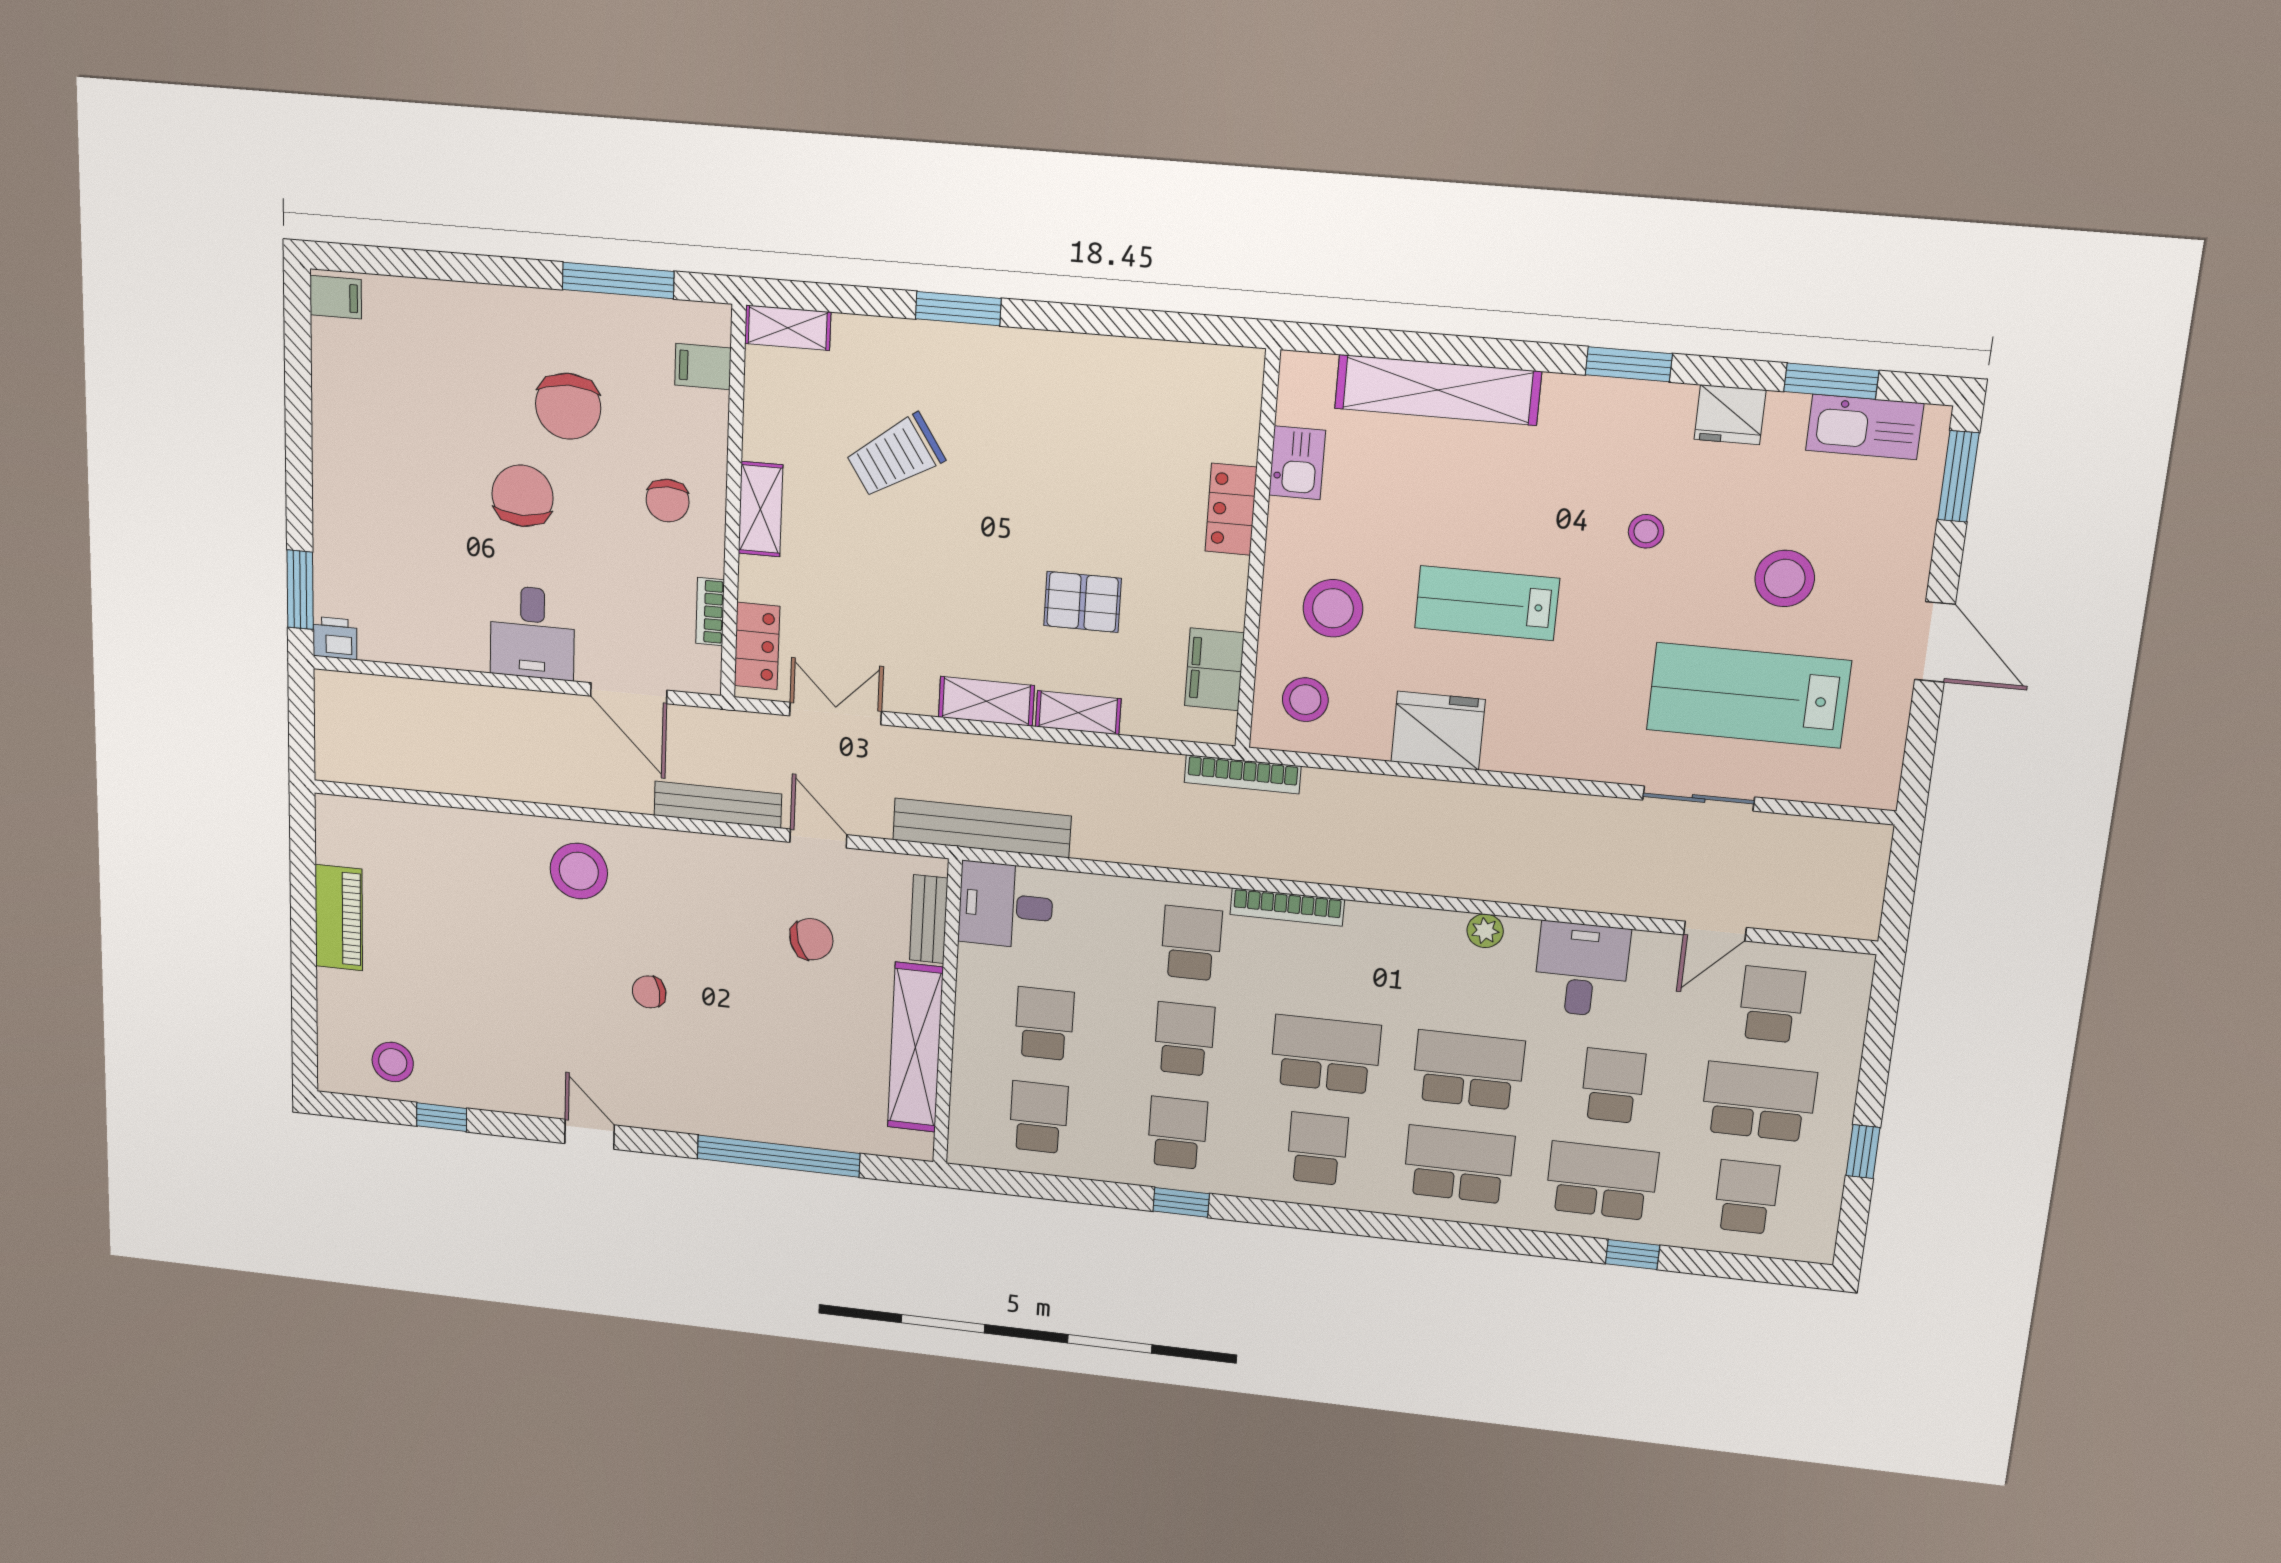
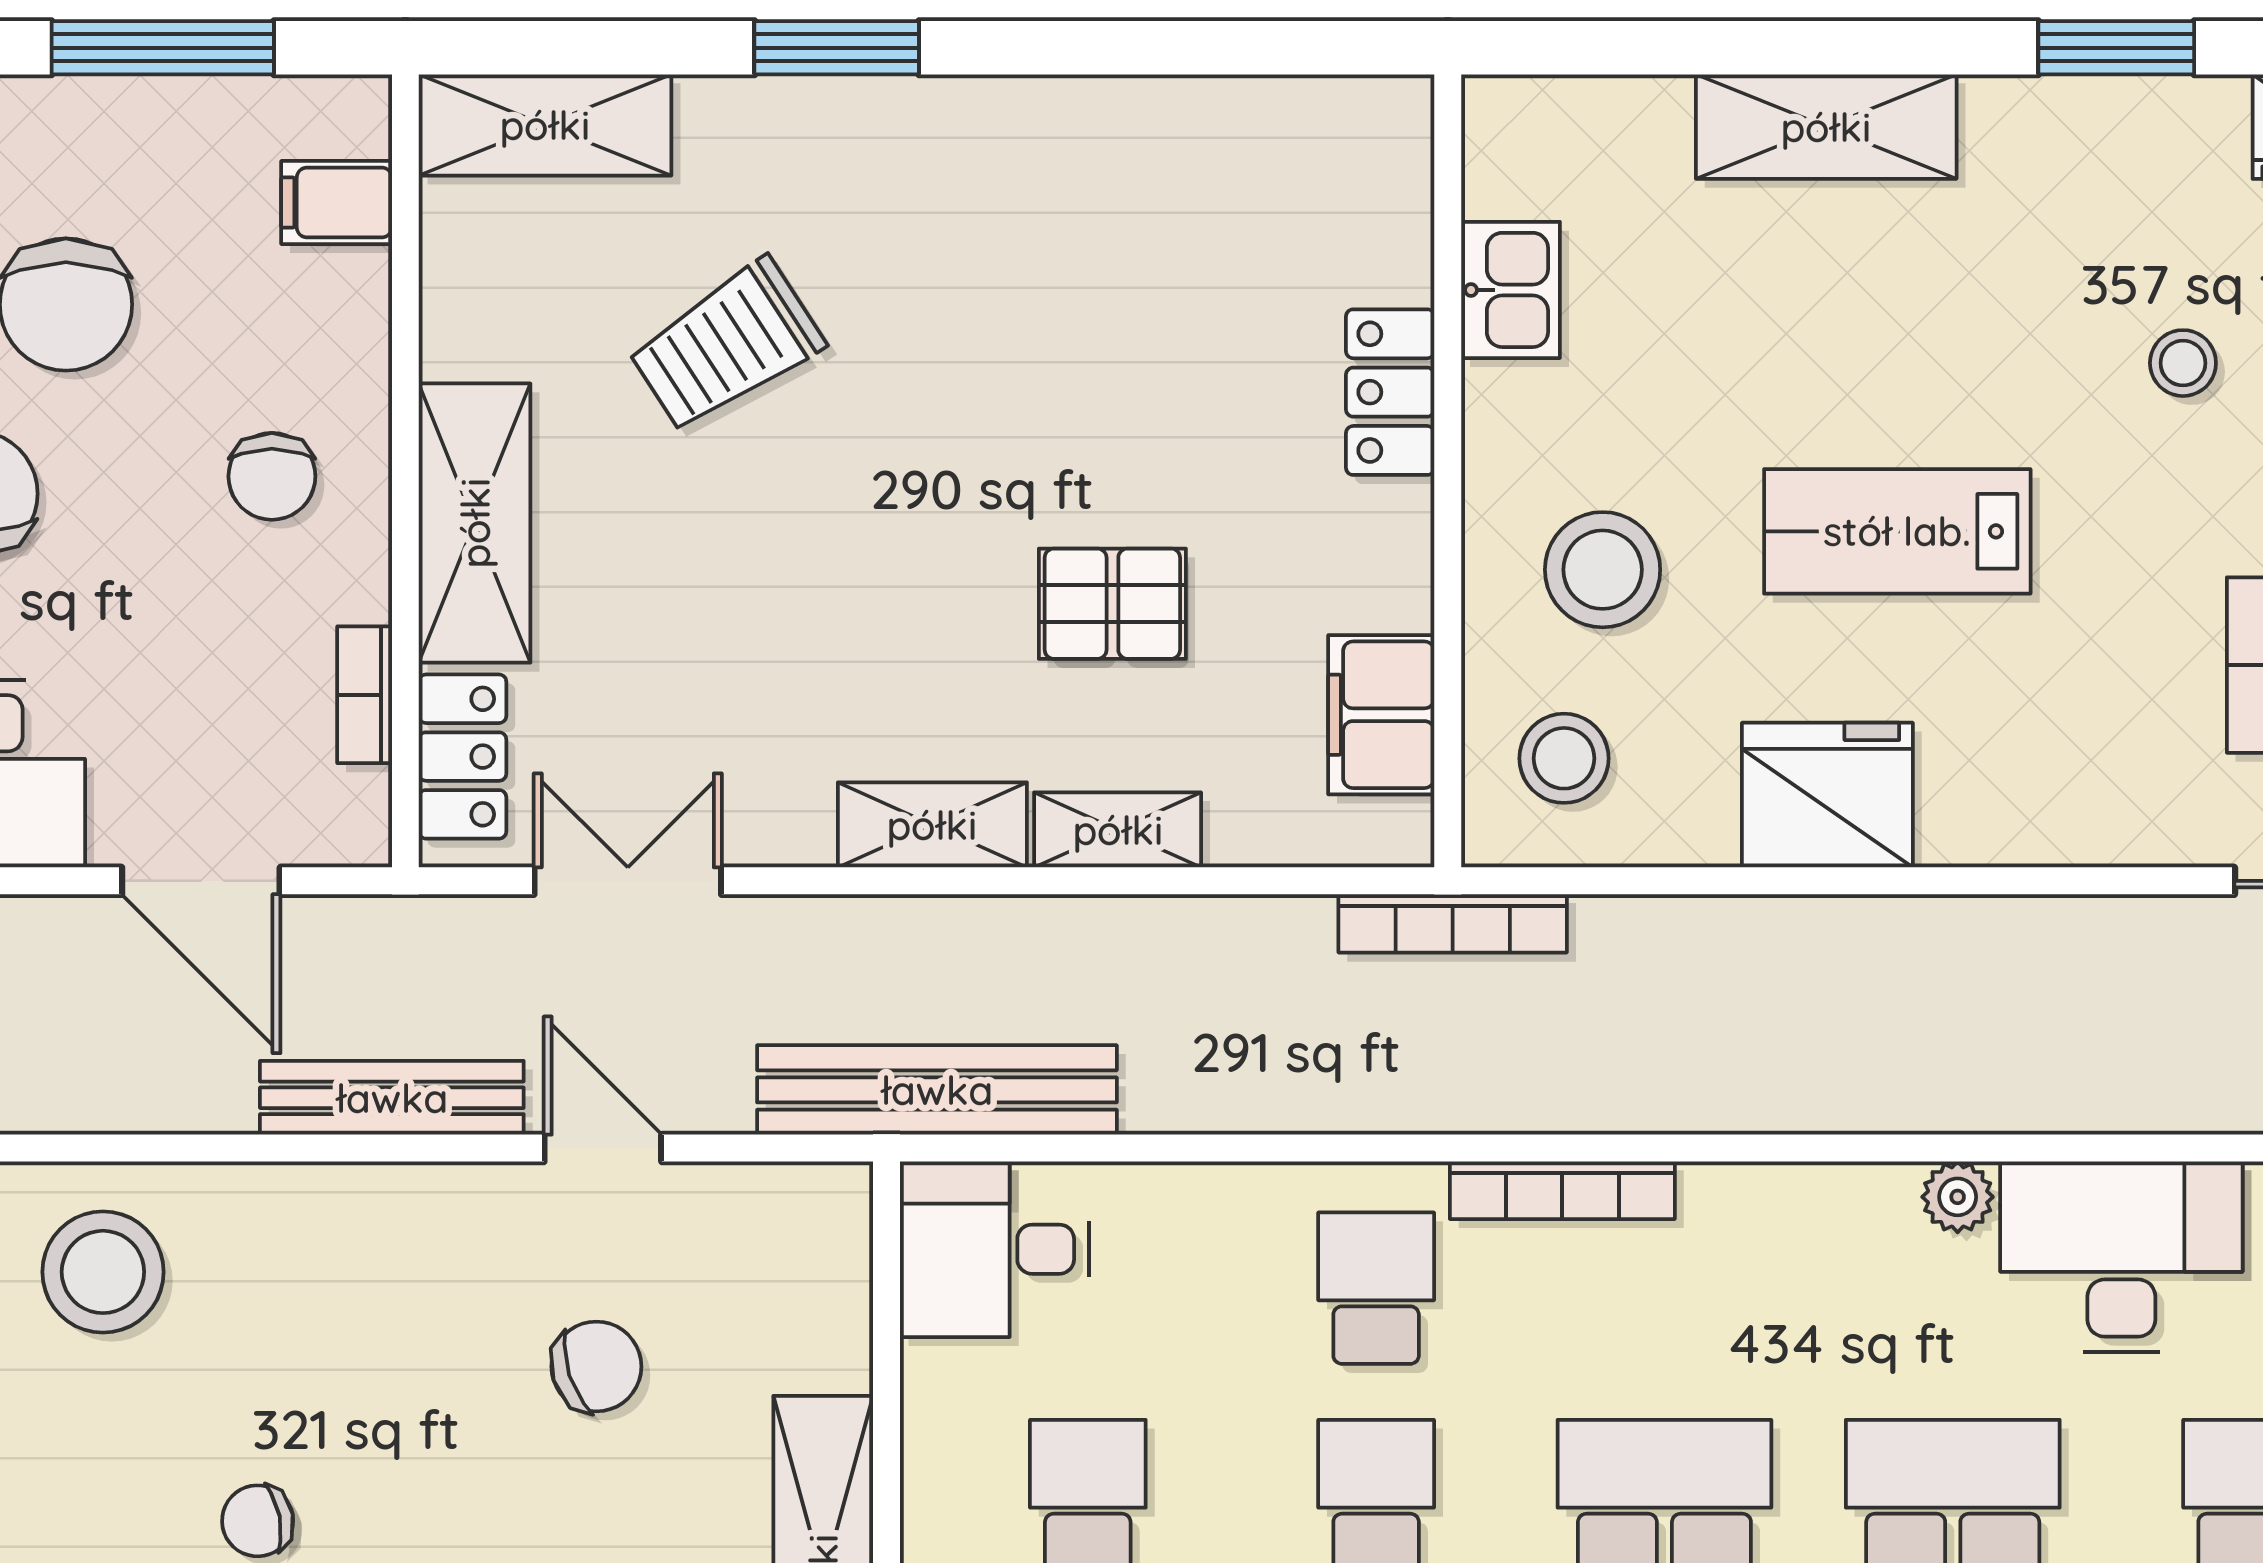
shelving: (788, 328) -> (545, 125), width x1.50, depth x1.33
shelving: (1438, 390) -> (1826, 127), width x0.68
shelving: (760, 509) -> (475, 523), width x1.50, depth x1.33
bench: (929, 919) -> (838, 1296), removed
desk: (1582, 969) -> (2121, 1257), width x1.37

